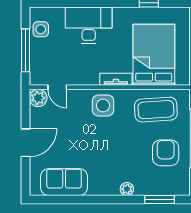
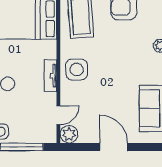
tv unit: (116, 79) -> (50, 76), moved

